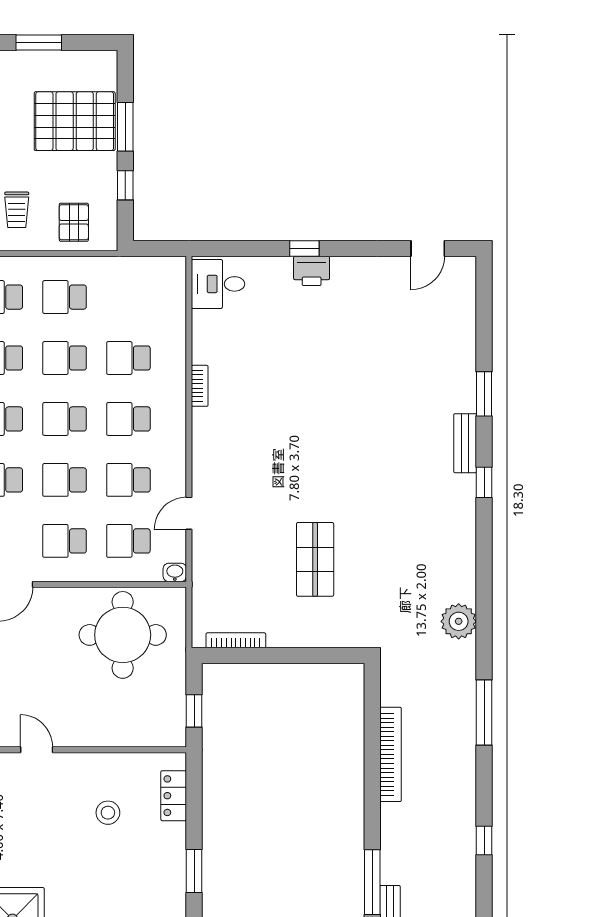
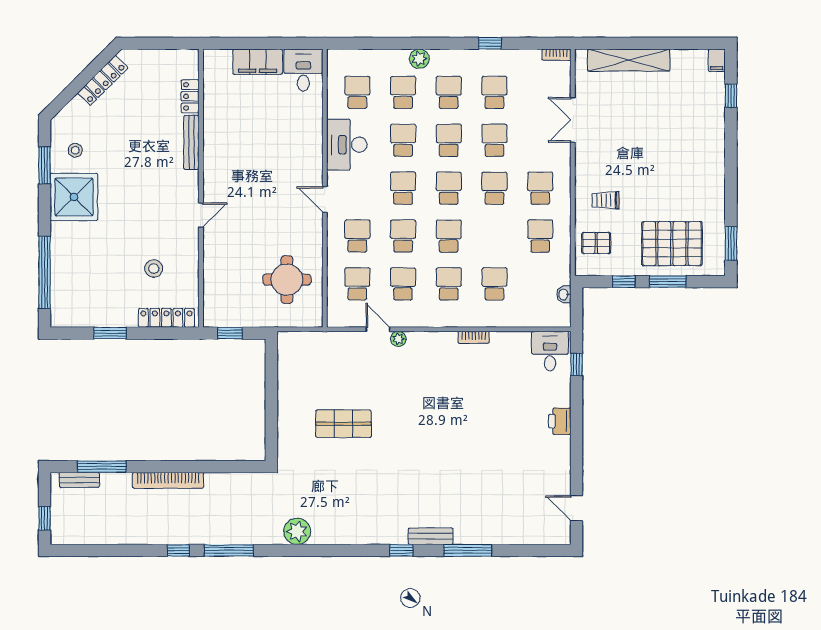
window: (39, 42) -> (731, 244), moved
pallet: (75, 121) -> (672, 244), turned 90
window: (304, 249) -> (577, 364), moved
school desk: (65, 358) -> (494, 236), removed
window: (484, 394) -> (468, 550), width x1.44
plant: (202, 486) -> (398, 339), added
washbasin: (175, 572) -> (564, 294), moved, turned 180
round table: (123, 635) -> (287, 280), width x0.73, depth x0.73
bookcase: (236, 640) -> (283, 364), removed
bookcase: (391, 754) -> (168, 480), moved
locker: (174, 796) -> (166, 318), width x1.53
window: (484, 840) -> (178, 550), moved

